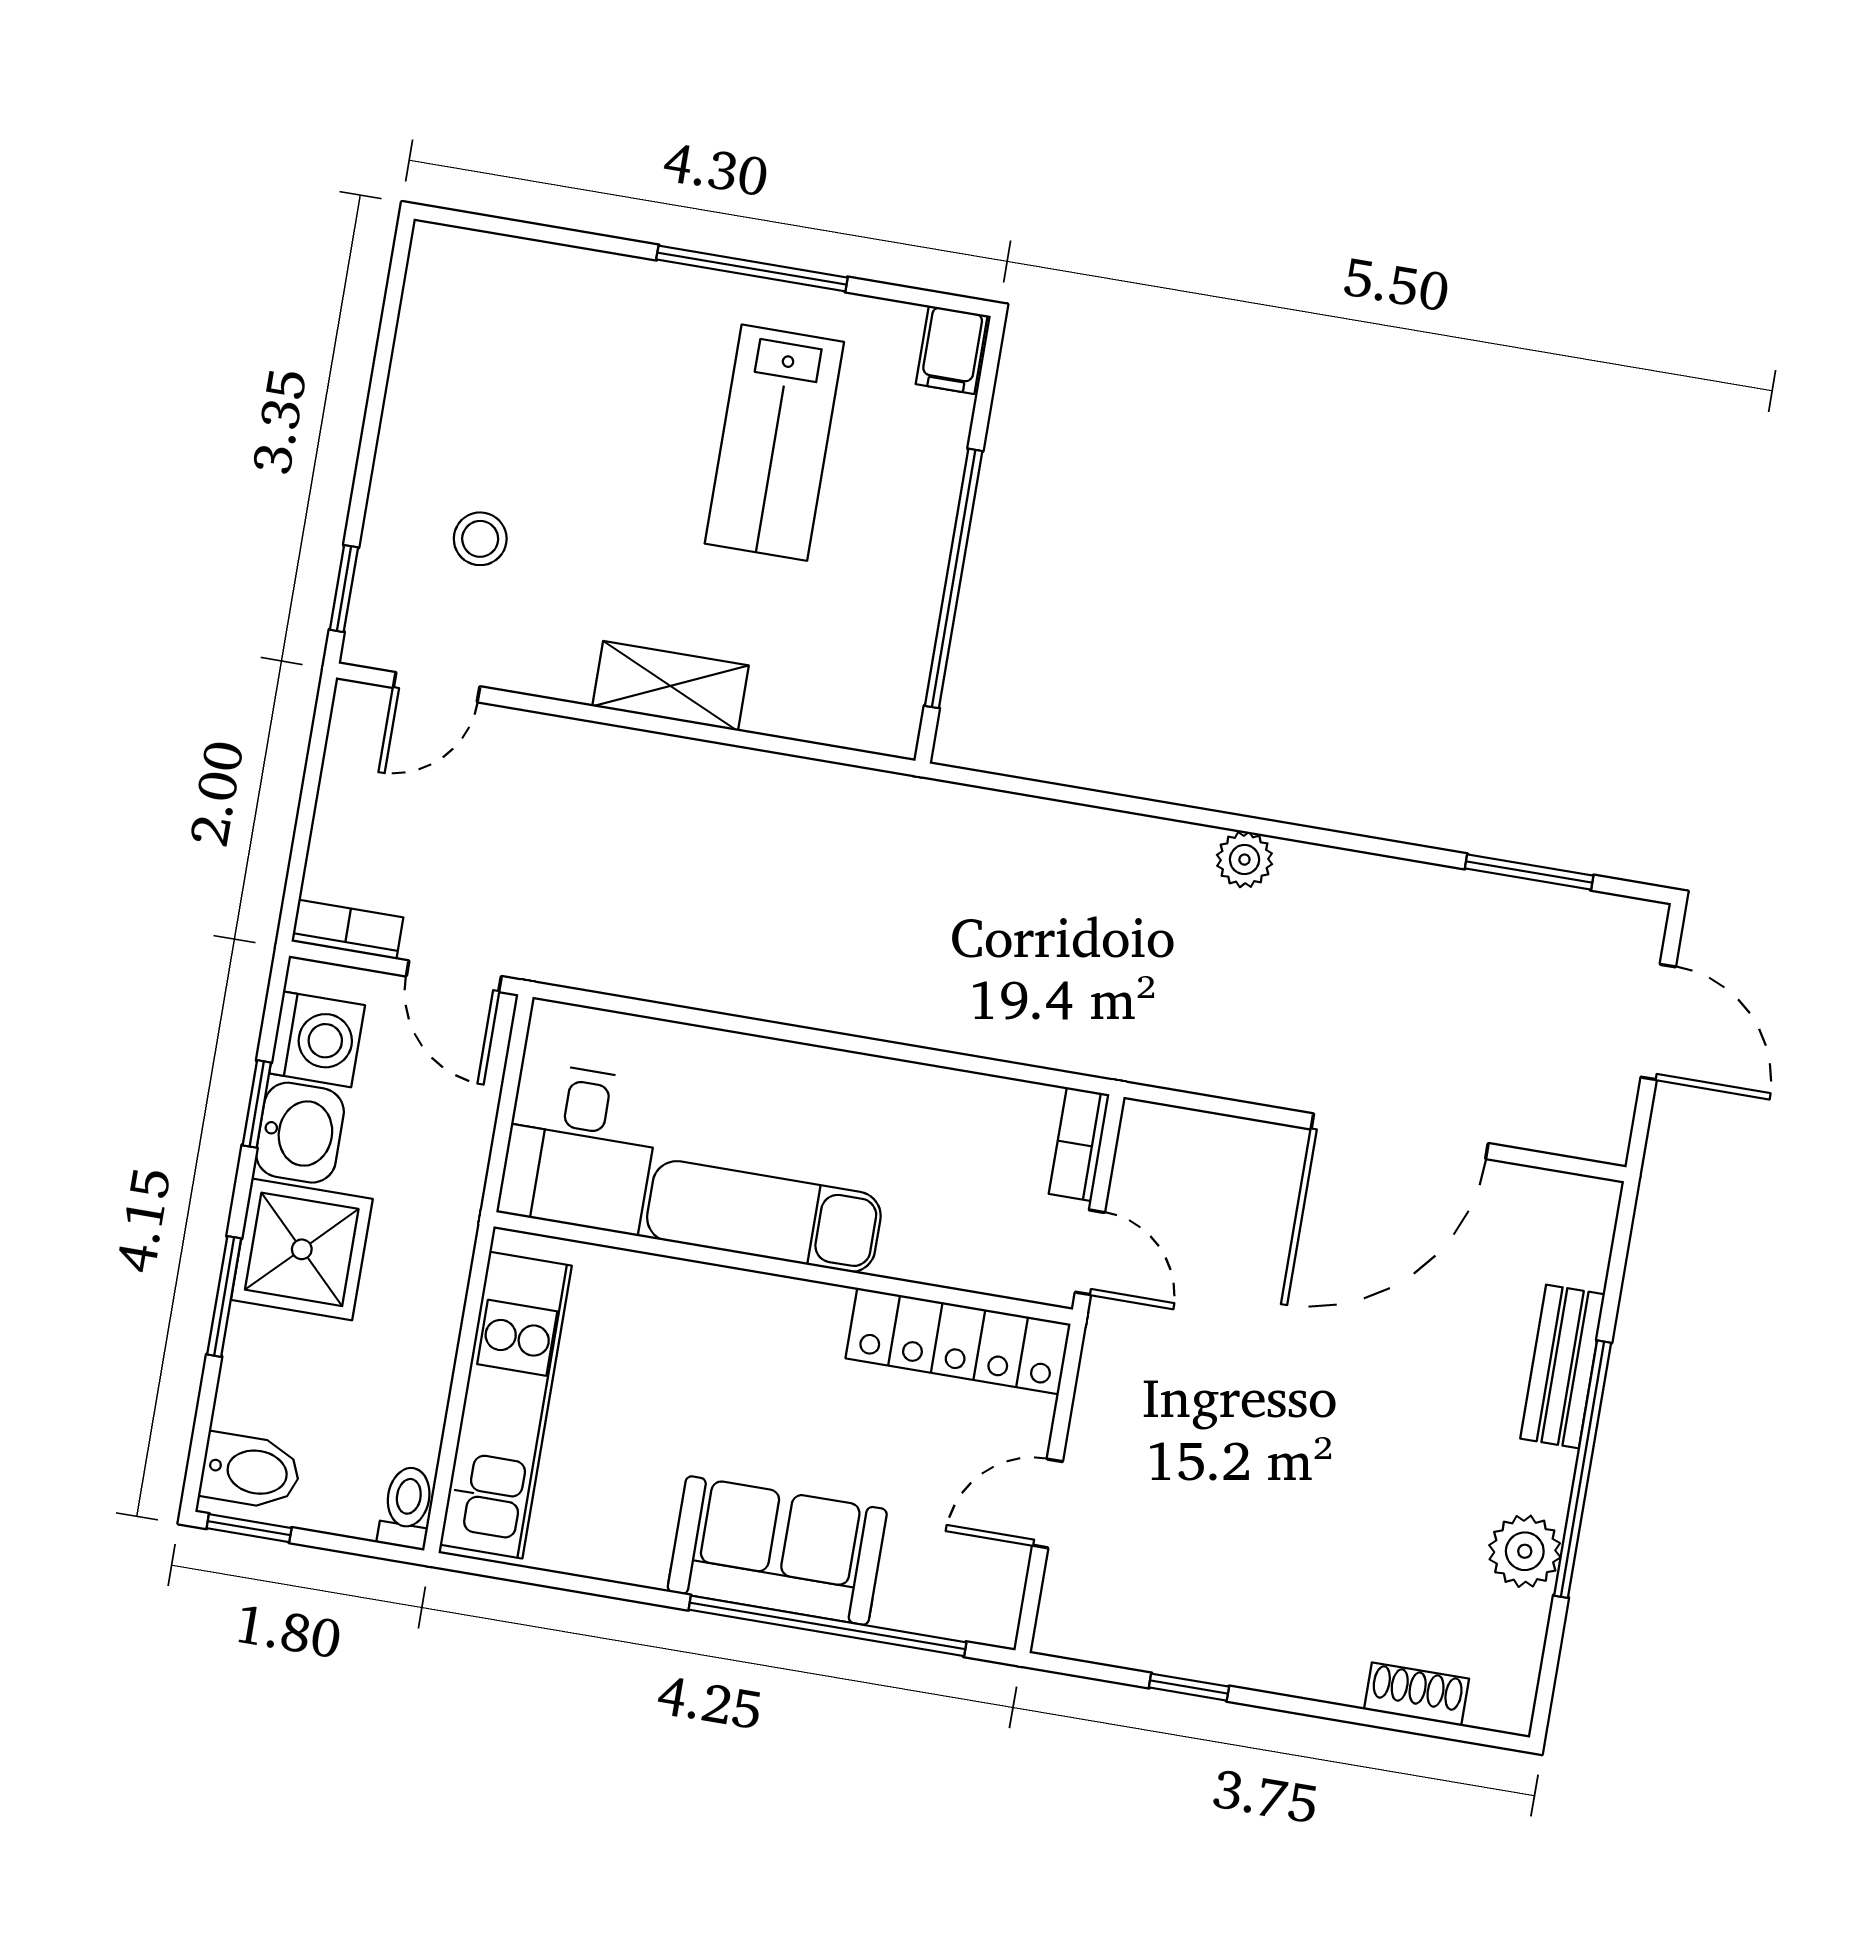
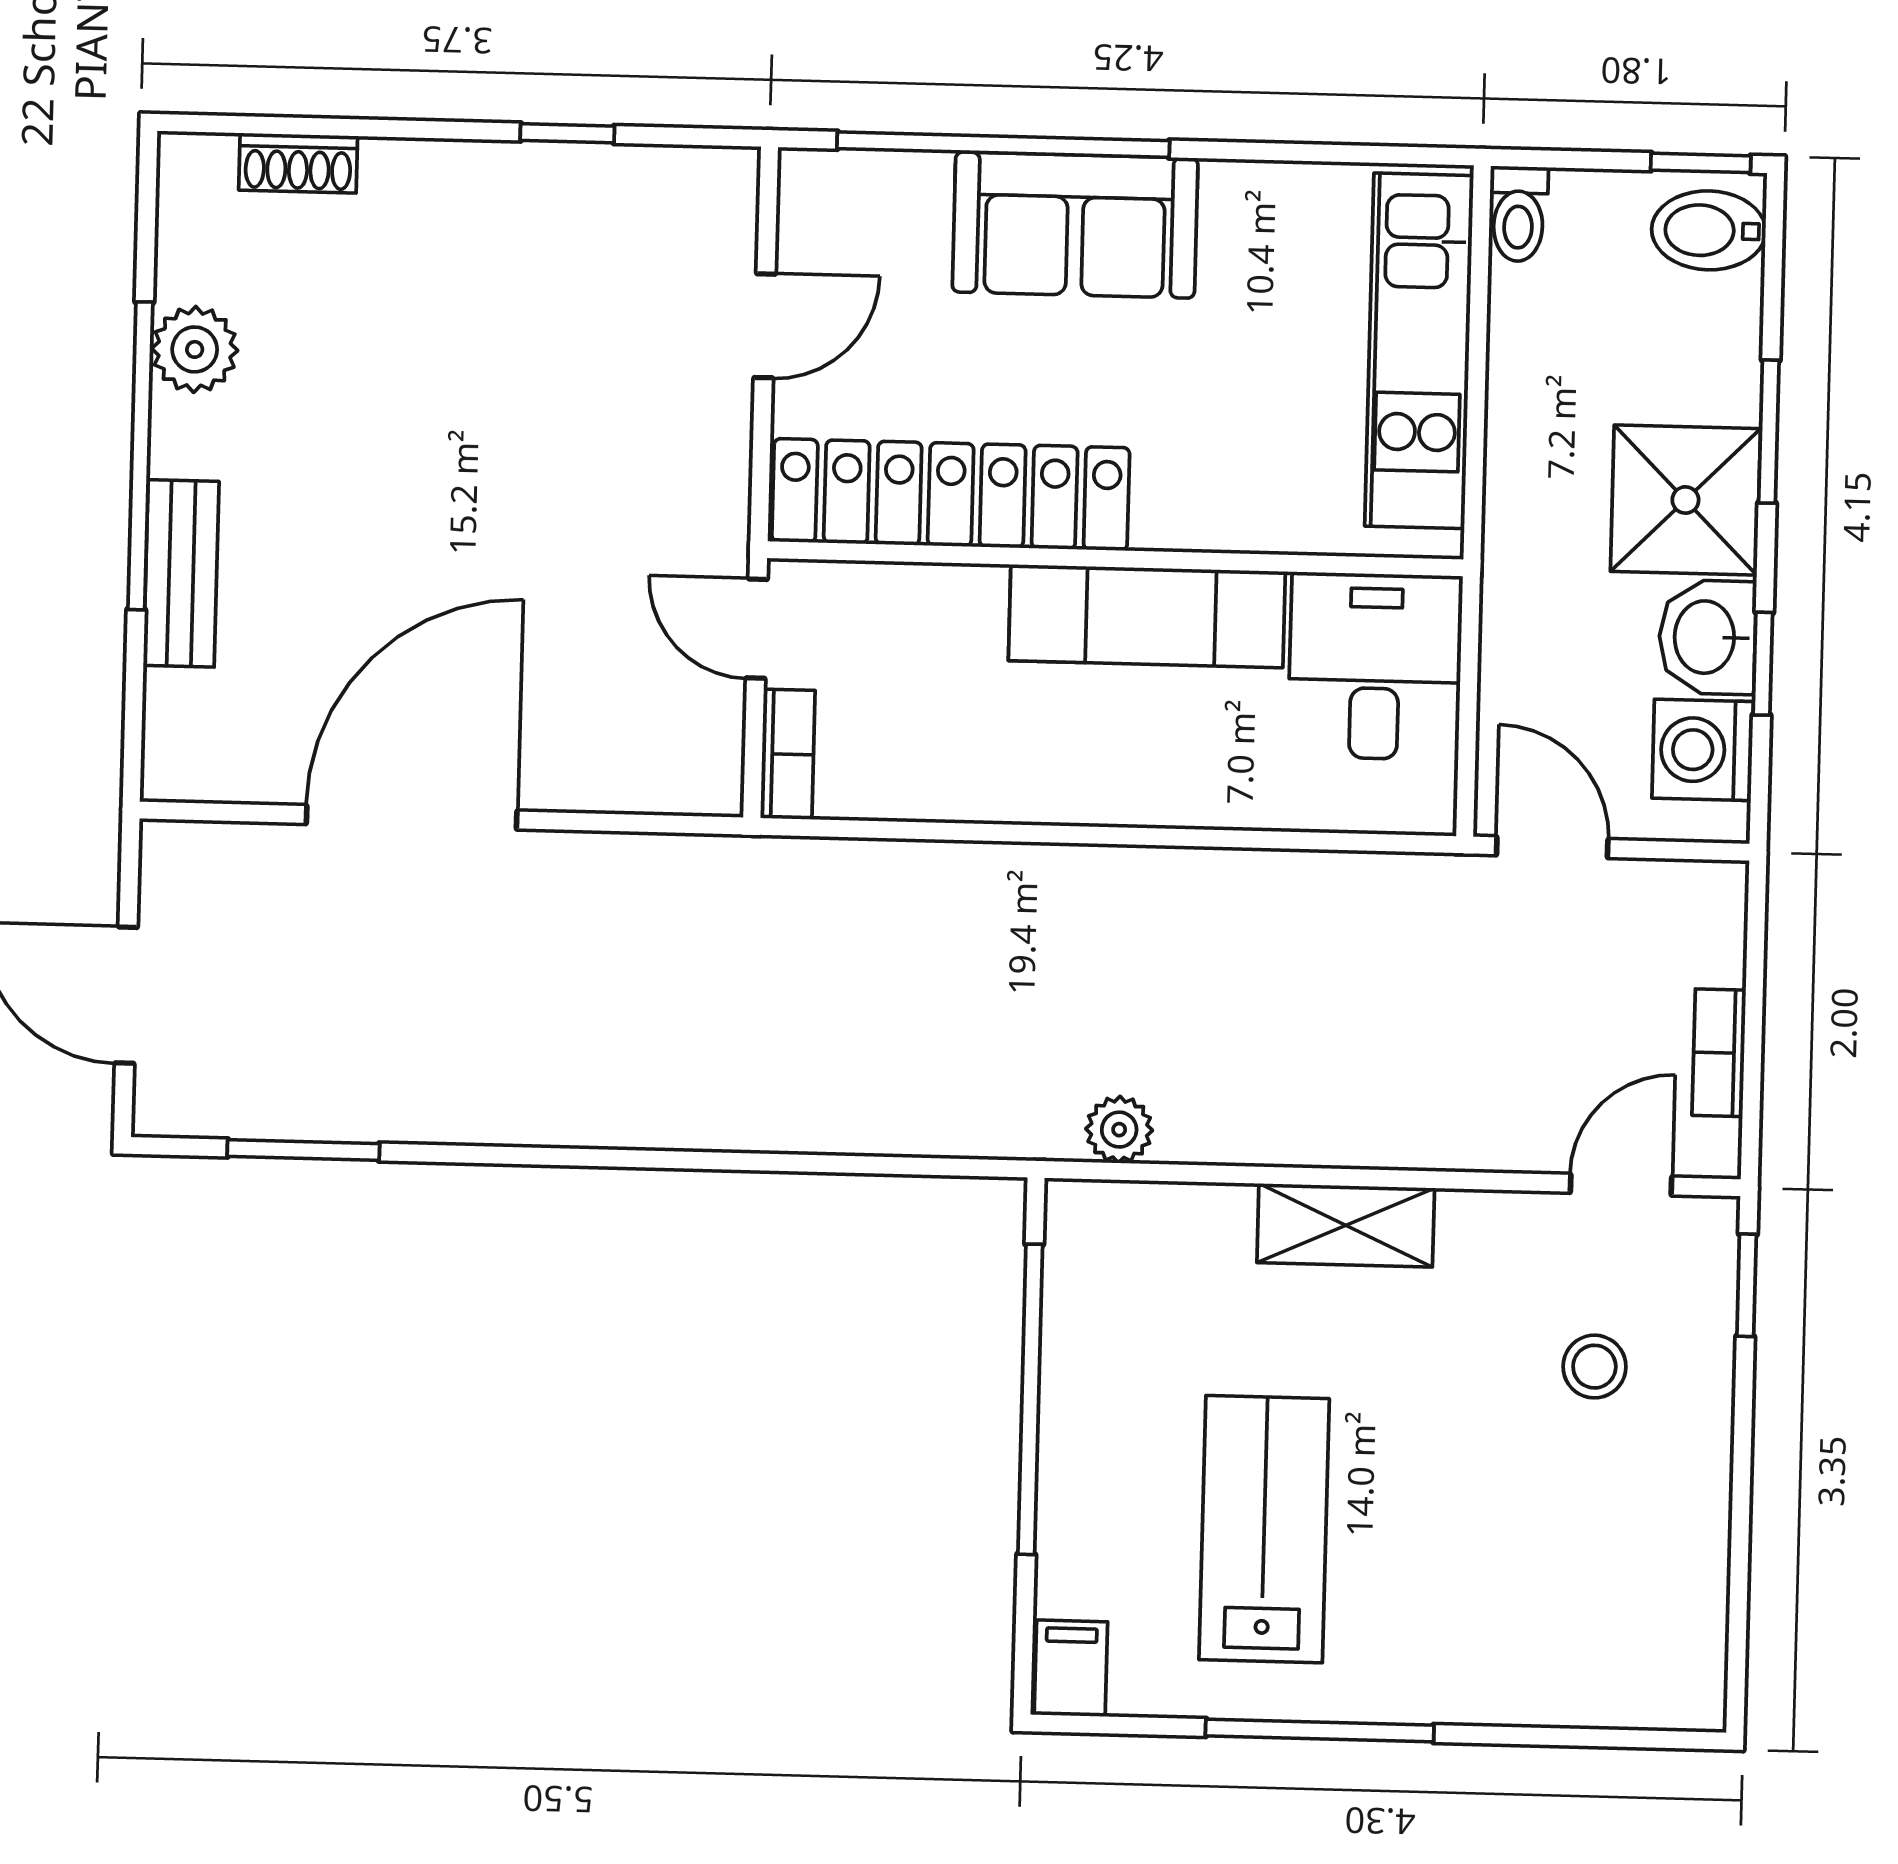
plant: (1244, 860) -> (1119, 1130), moved
bookcase: (347, 930) -> (1719, 1053), moved, turned 90
locker: (958, 1341) -> (951, 495), width x1.41, depth x1.21

